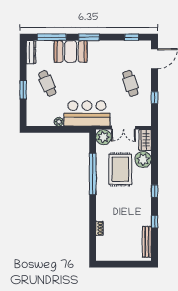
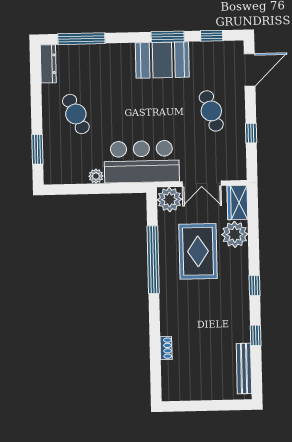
window: (89, 37) -> (168, 37), moved
booth: (71, 51) -> (162, 60), moved
window: (23, 90) -> (37, 149), moved

